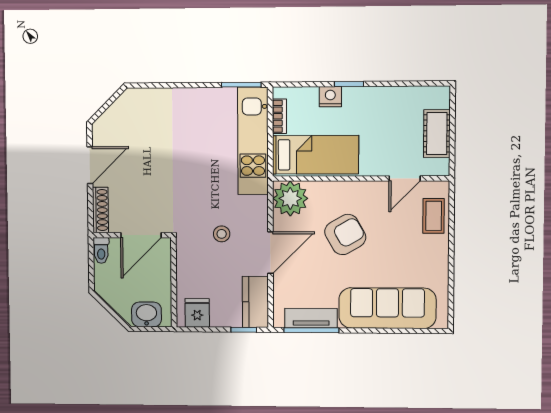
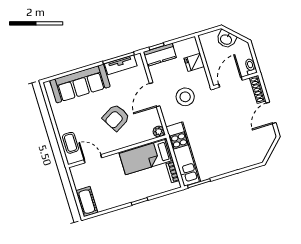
nightstand: (330, 97) -> (148, 191), removed
cot: (437, 134) -> (87, 202), moved
door: (405, 178) -> (93, 159), hinge flipped
plant: (290, 198) -> (159, 132), width x0.53, depth x0.53
stool: (222, 234) -> (185, 97), width x1.89, depth x1.89
kitchen counter: (255, 302) -> (160, 55), moved, turned 90
fridge: (197, 313) -> (194, 62), moved, turned 90
washbasin: (146, 314) -> (226, 39), moved, turned 44

